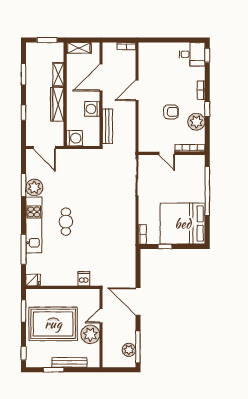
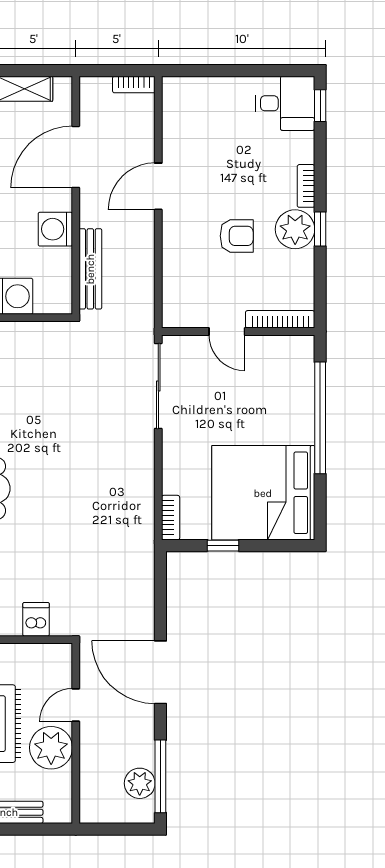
plant: (196, 122) -> (295, 229), moved

